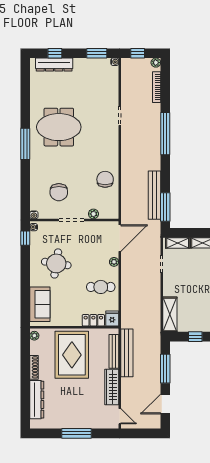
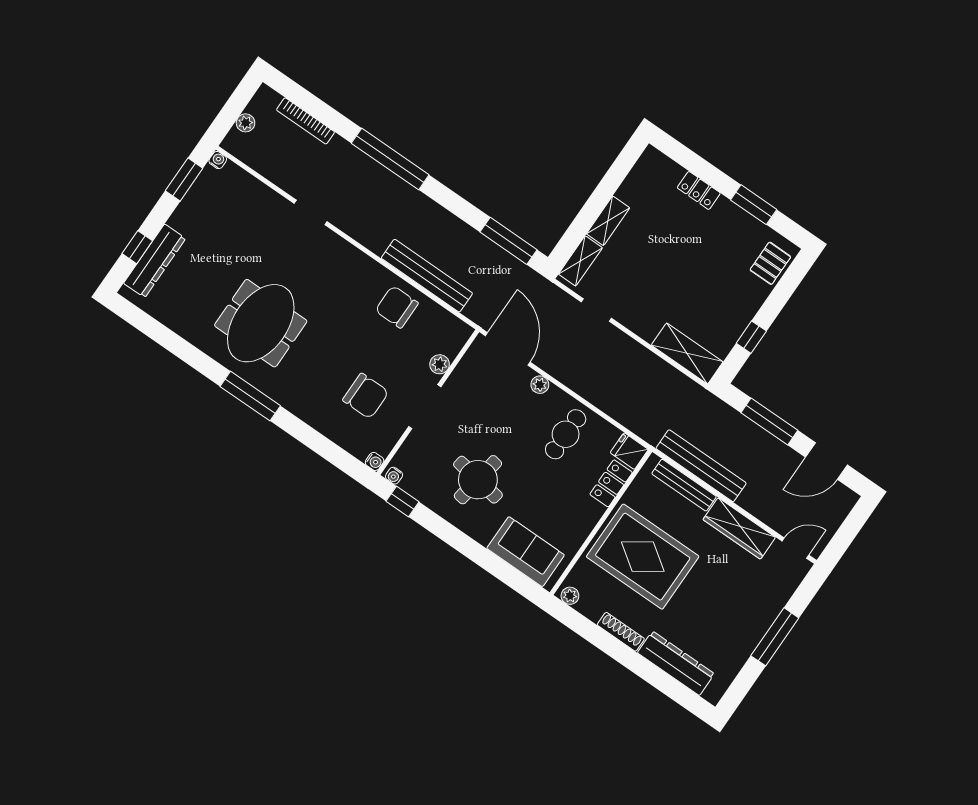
window: (138, 53) -> (230, 114), removed
plant: (156, 63) -> (246, 123), moved
bench: (154, 195) -> (427, 276), moved
door: (165, 404) -> (826, 461), hinge flipped

